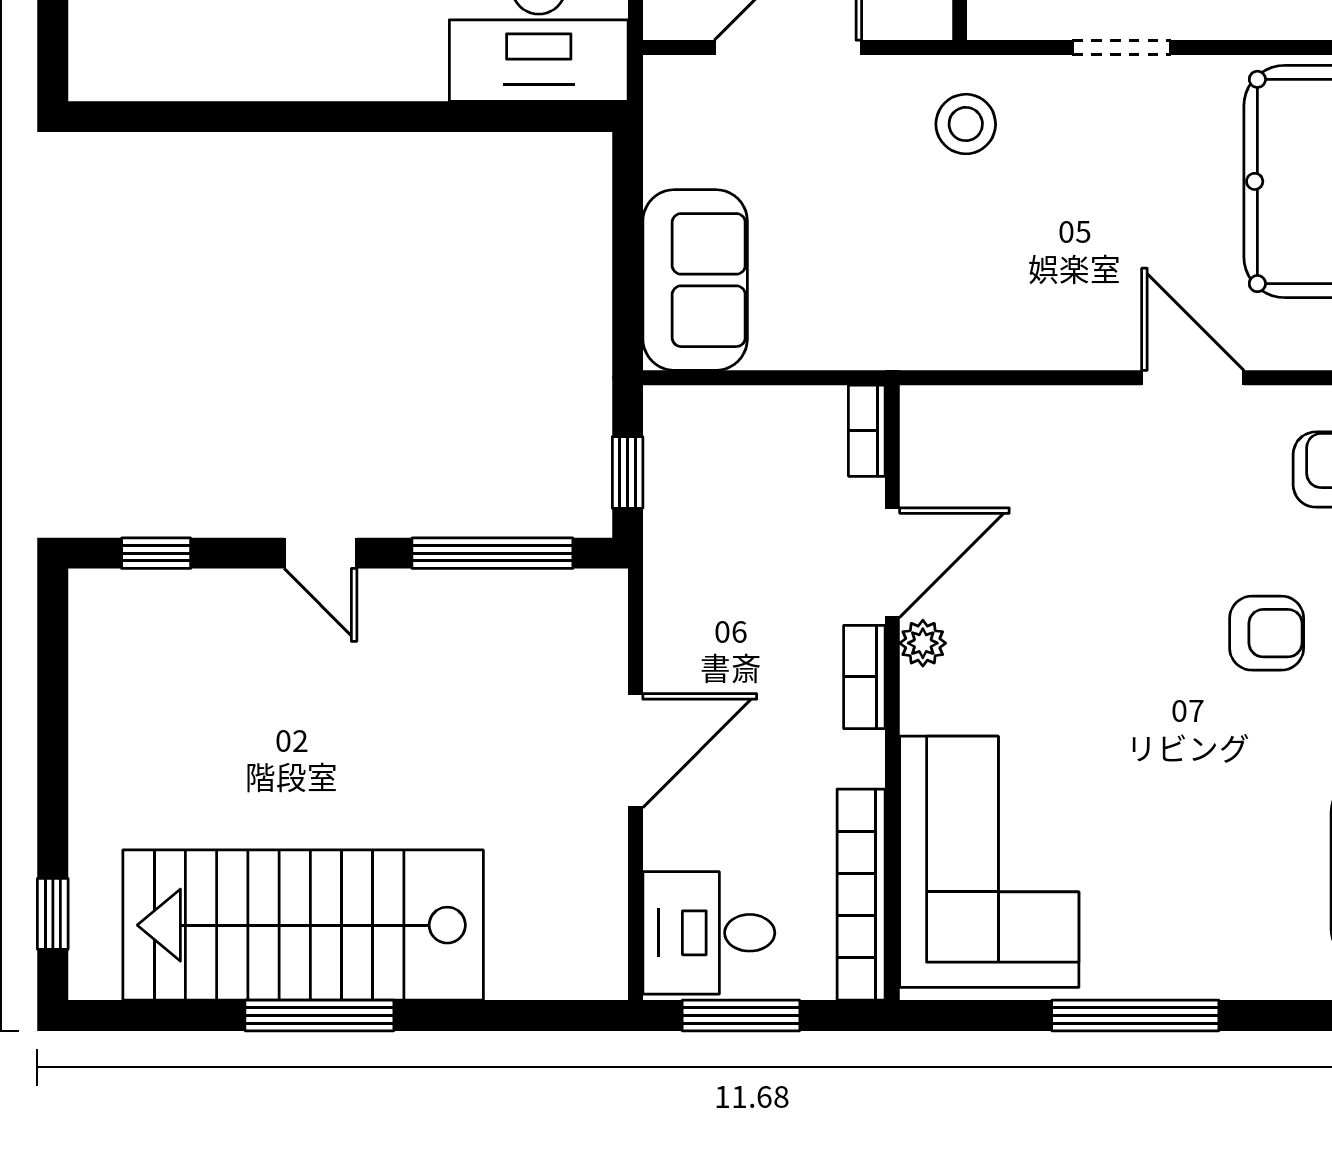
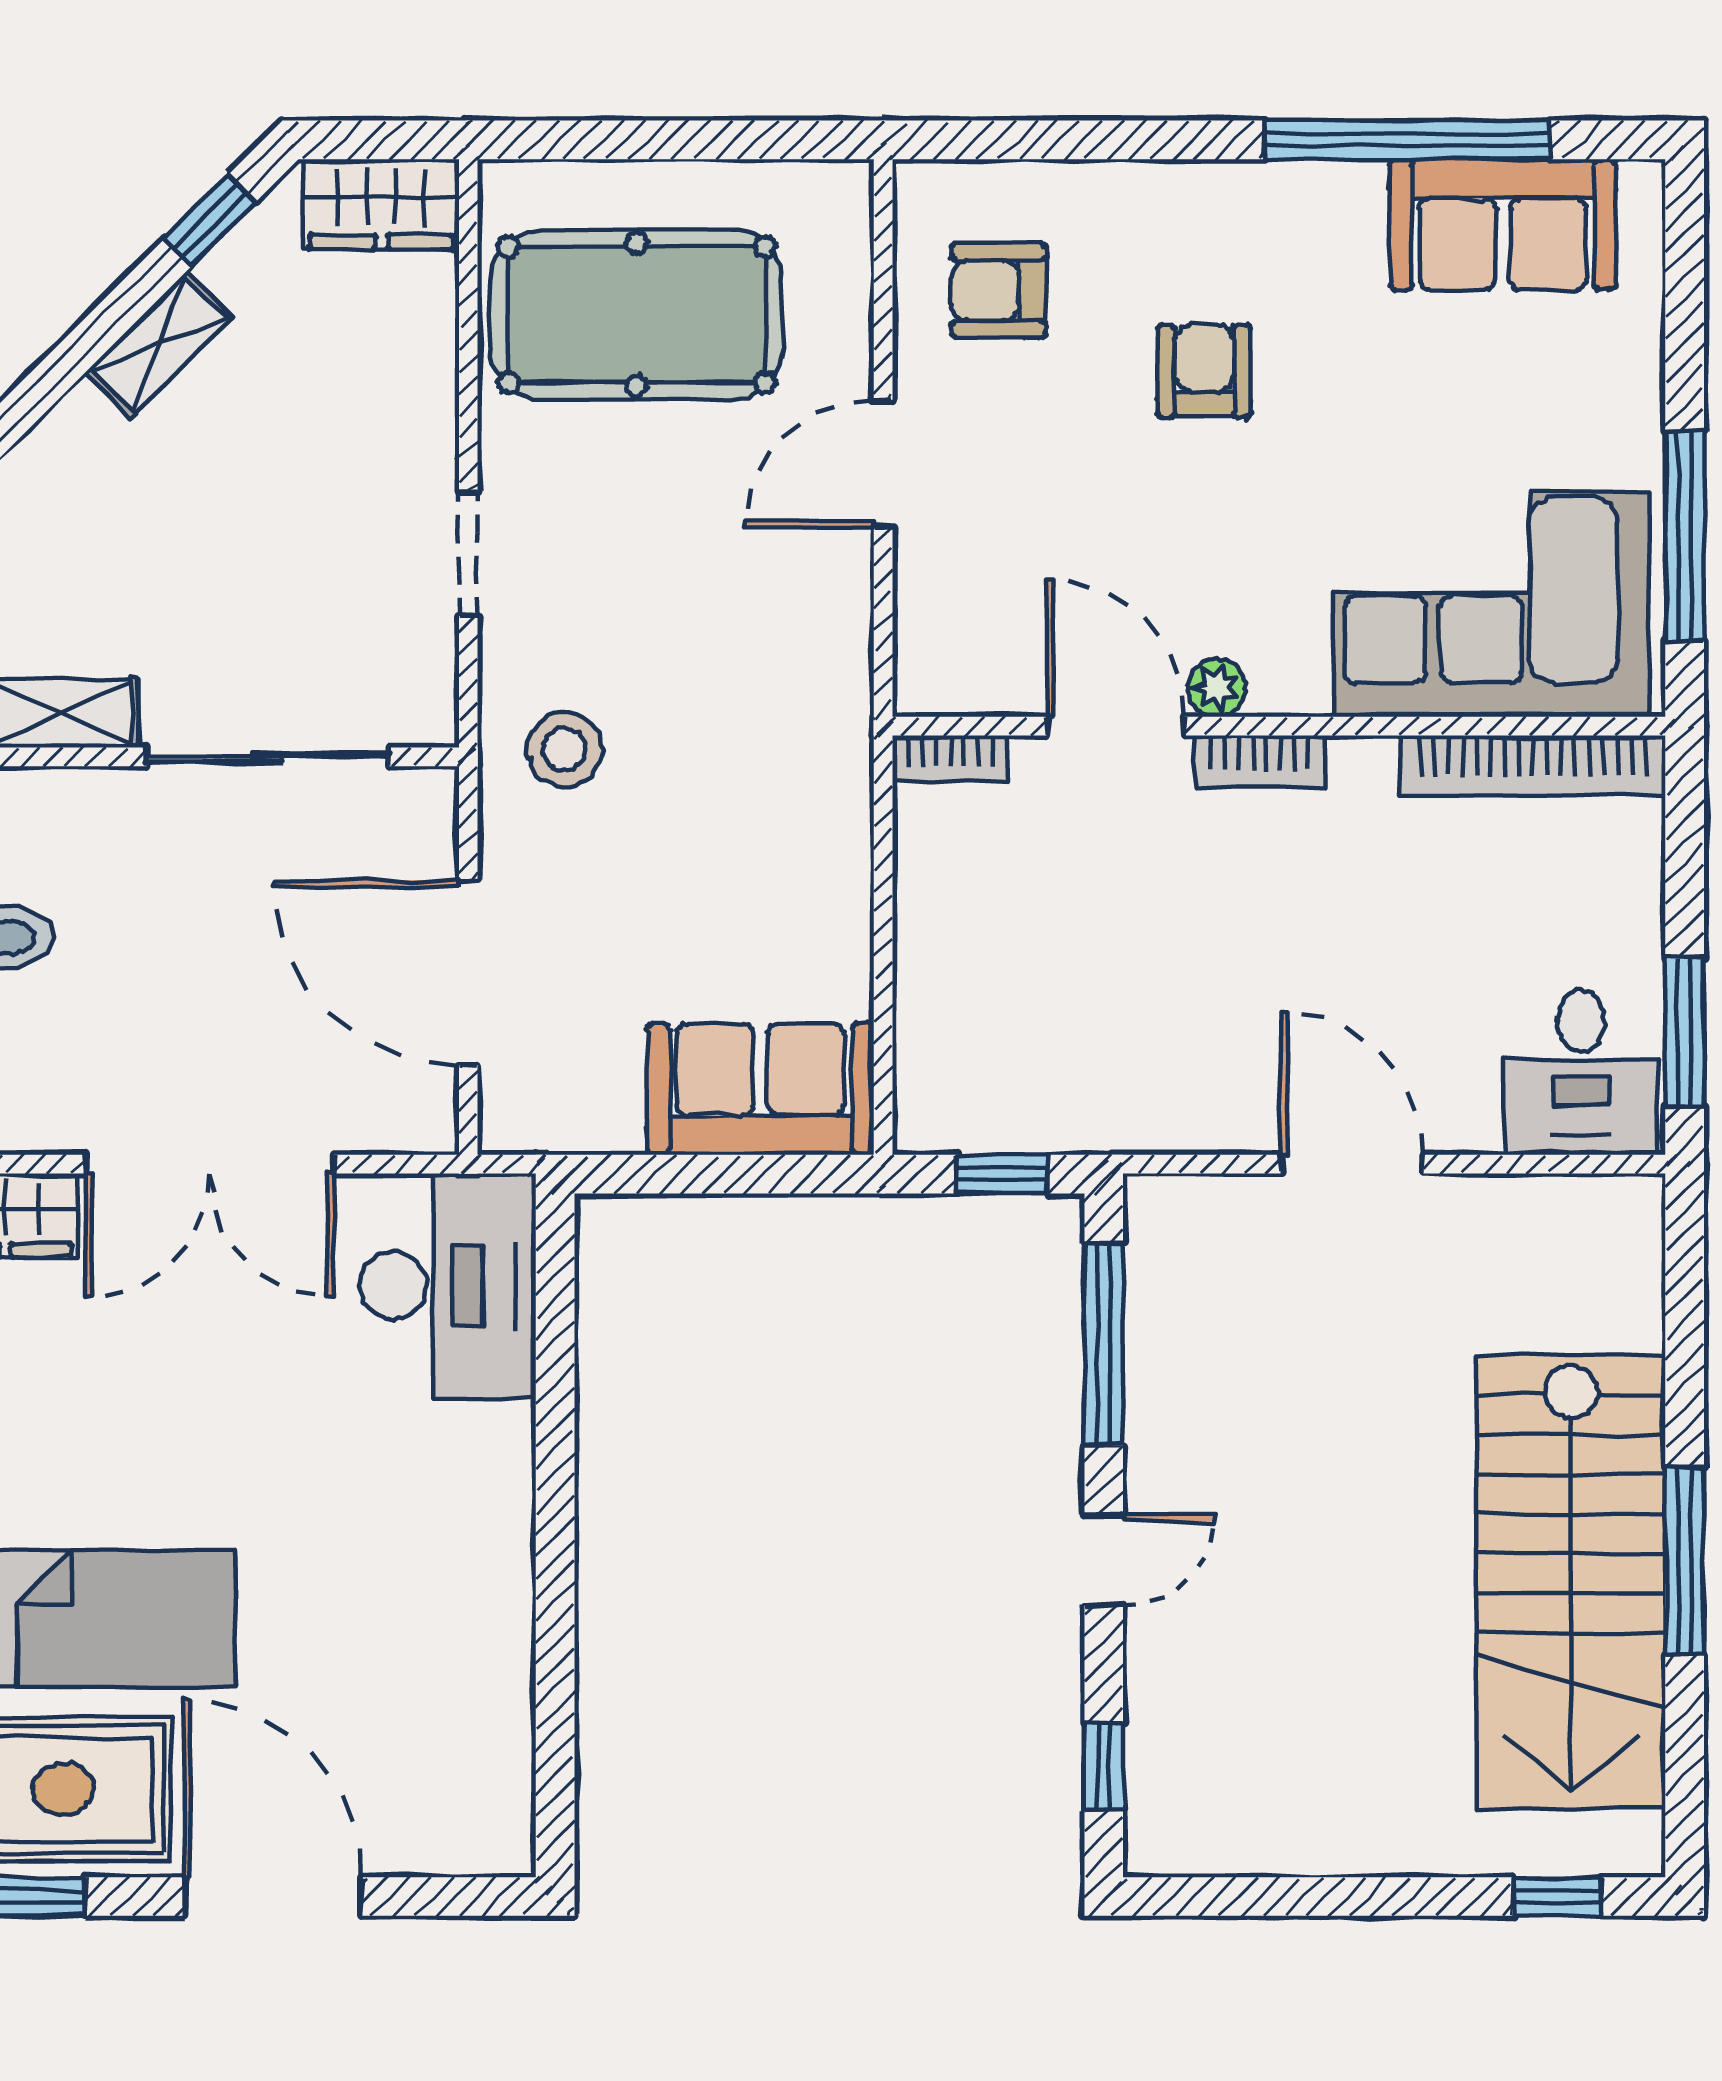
bookcase: (867, 431) -> (950, 758), moved
door: (892, 563) -> (1115, 726), moved
plant: (923, 643) -> (1217, 688), moved
bookcase: (864, 677) -> (1259, 761), moved
wall: (892, 693) -> (1279, 726), moved
corner sofa: (989, 862) -> (1491, 604), moved
bookcase: (861, 895) -> (1533, 766), moved

